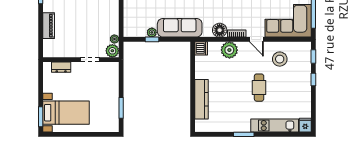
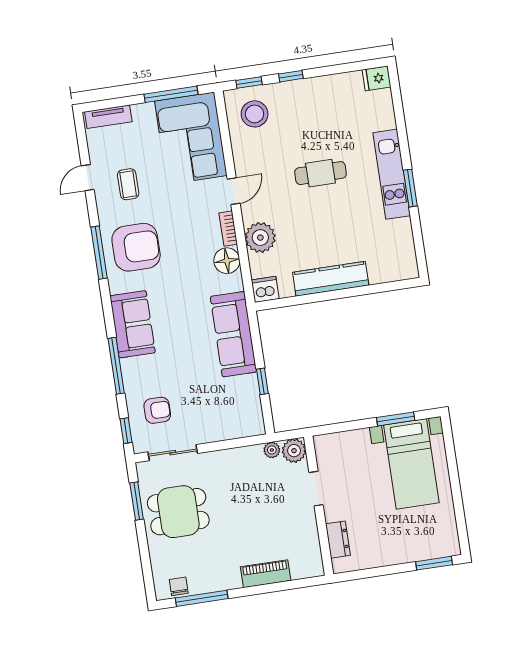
plant: (152, 32) -> (250, 384), removed
stool: (280, 59) -> (255, 114), moved
kitchen counter: (202, 99) -> (331, 279), moved
bed with nightstands: (66, 113) -> (411, 464), moved, turned 180
kitchen unit: (275, 126) -> (392, 174), moved

